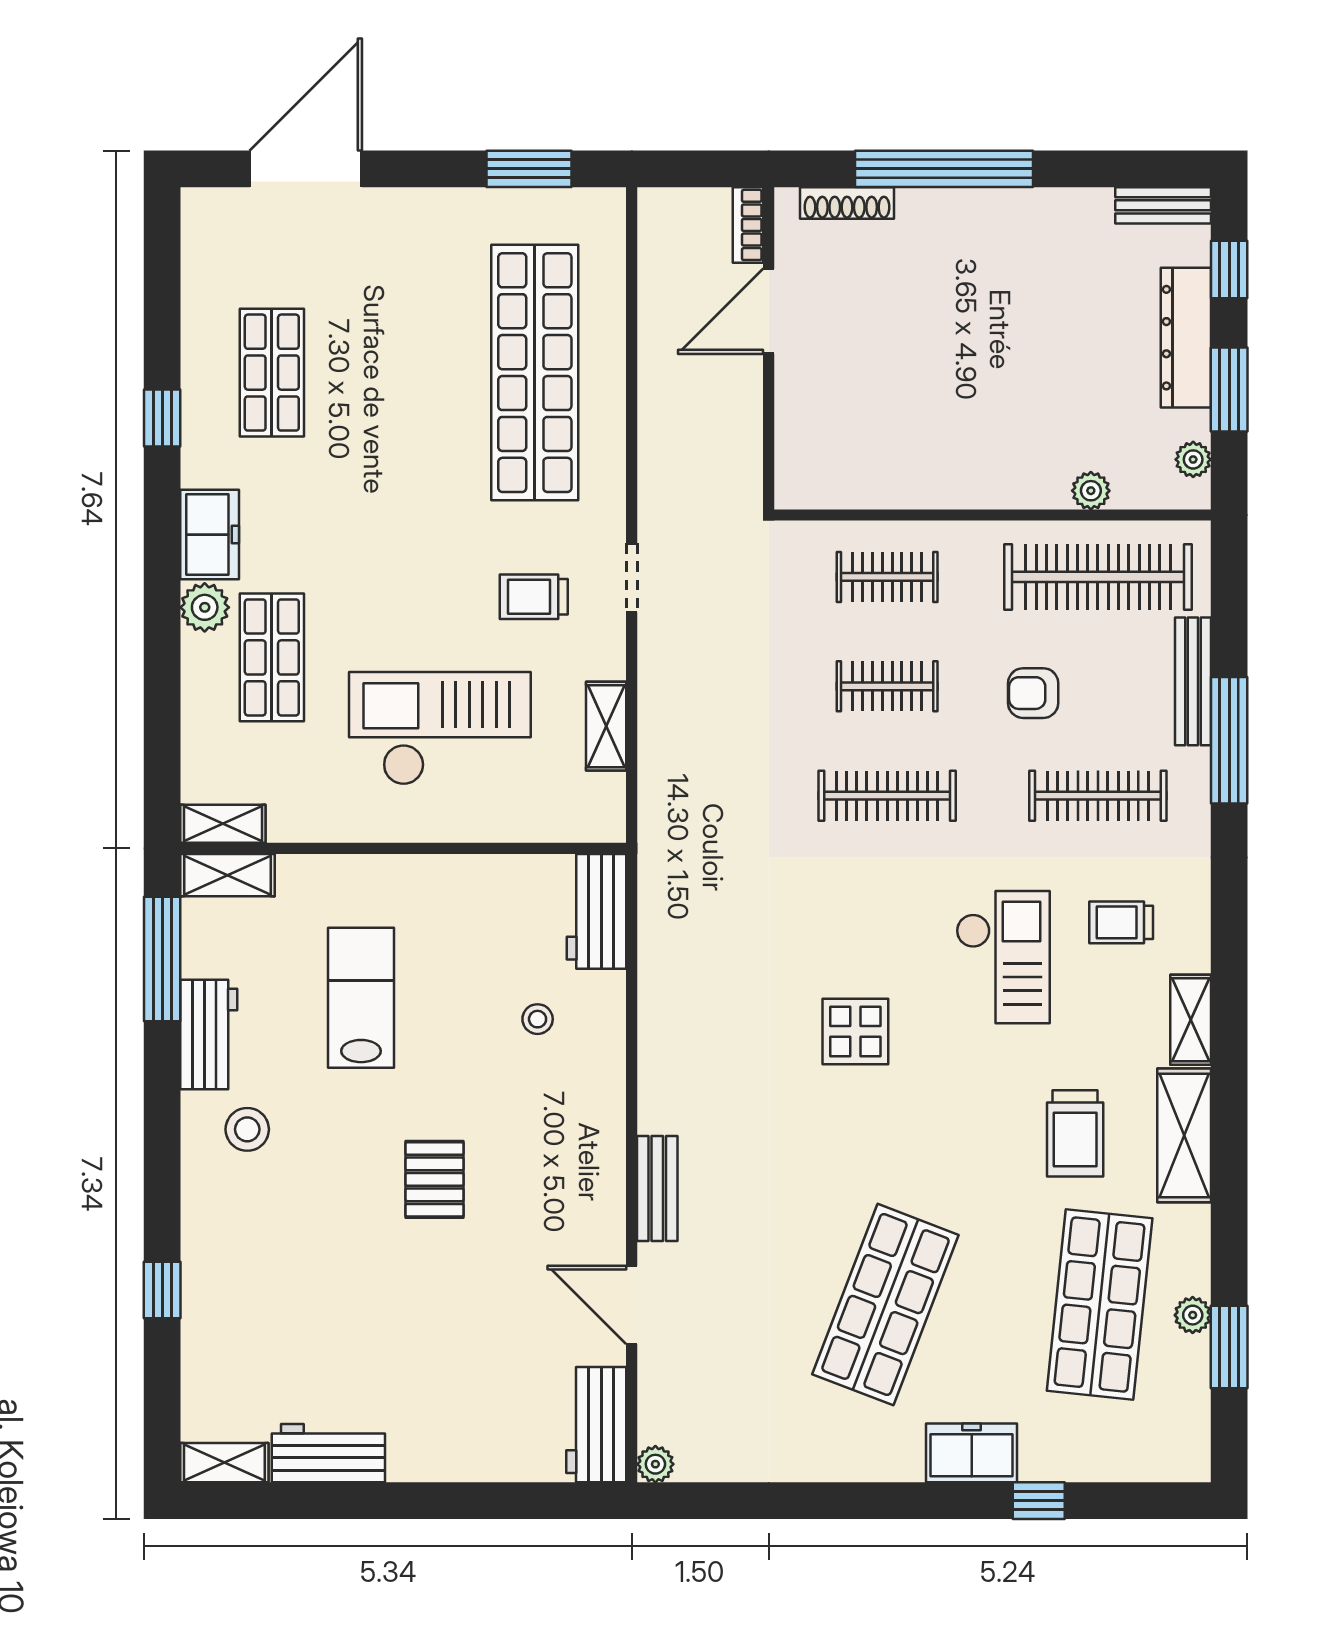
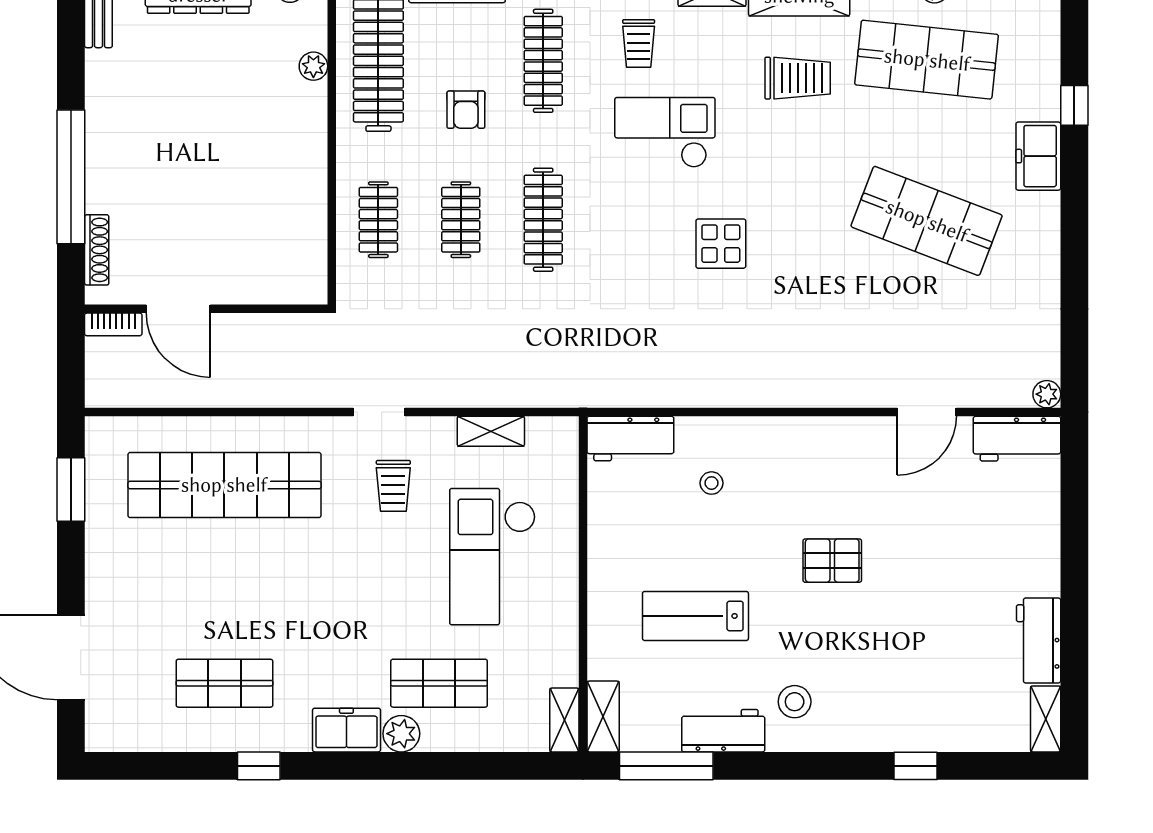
bench: (657, 1189) -> (839, 393), removed

